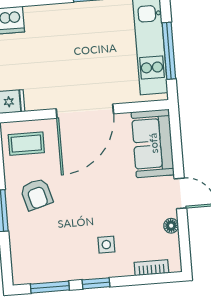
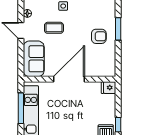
coffee table: (26, 144) -> (54, 28), moved
armchair: (36, 194) -> (99, 36), turned 106

